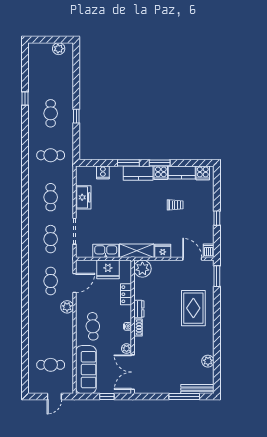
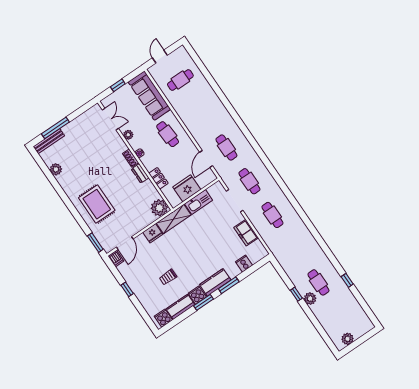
cafe table: (51, 155) -> (295, 249), removed
door: (192, 259) -> (125, 243), hinge flipped
plant: (67, 307) -> (310, 299), moved
double door: (133, 372) -> (110, 119), width x0.73

